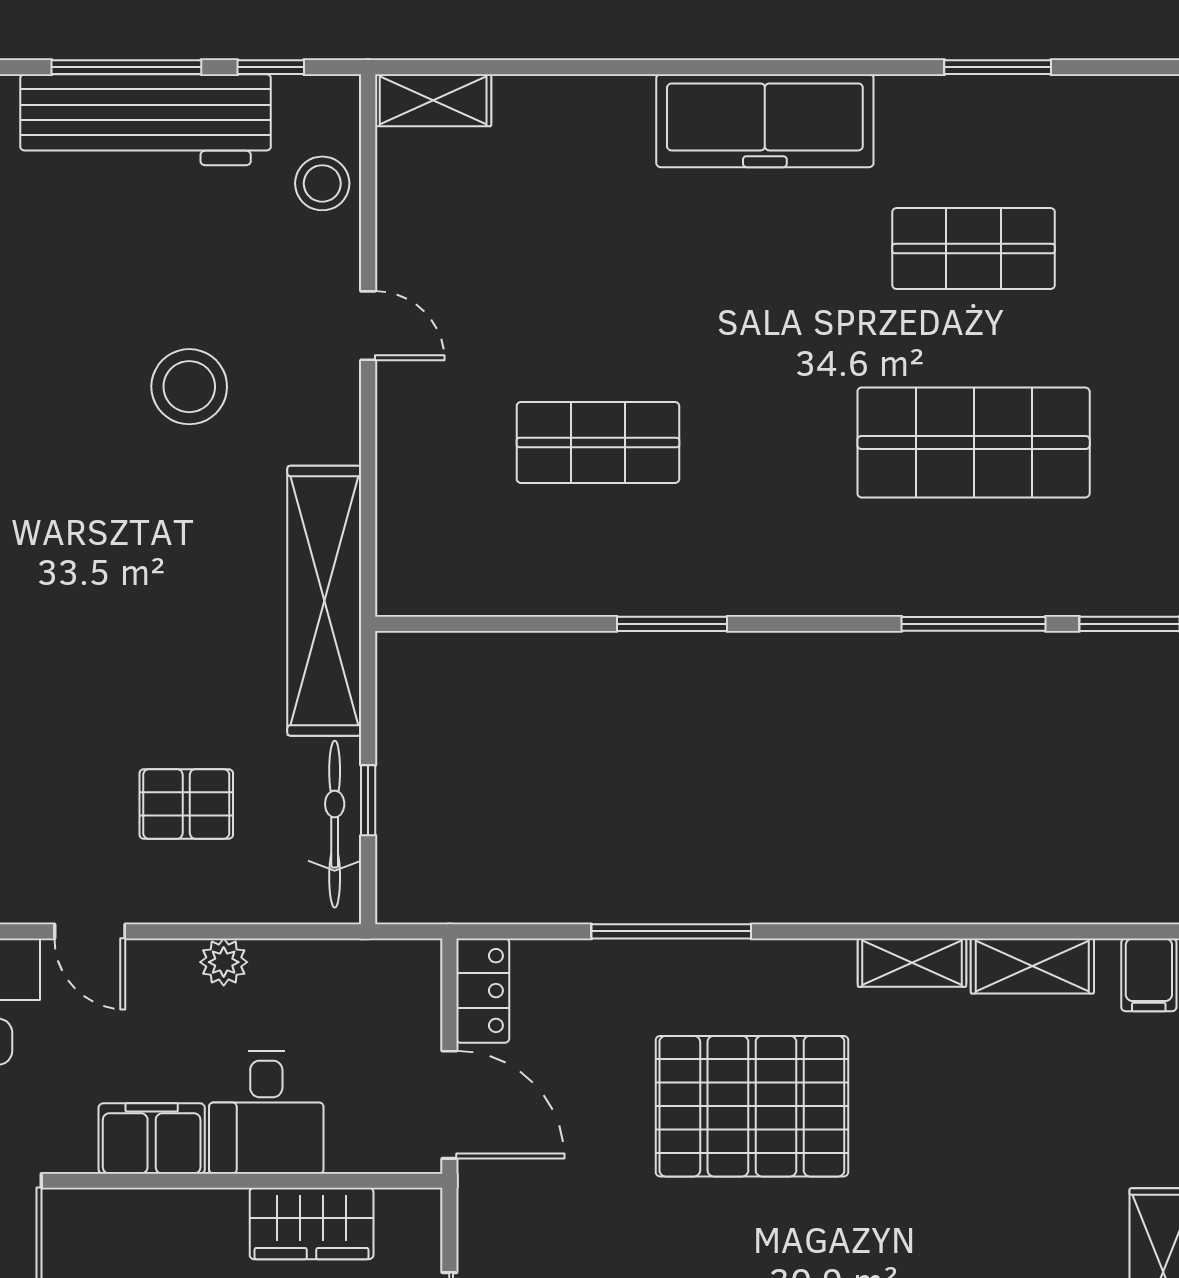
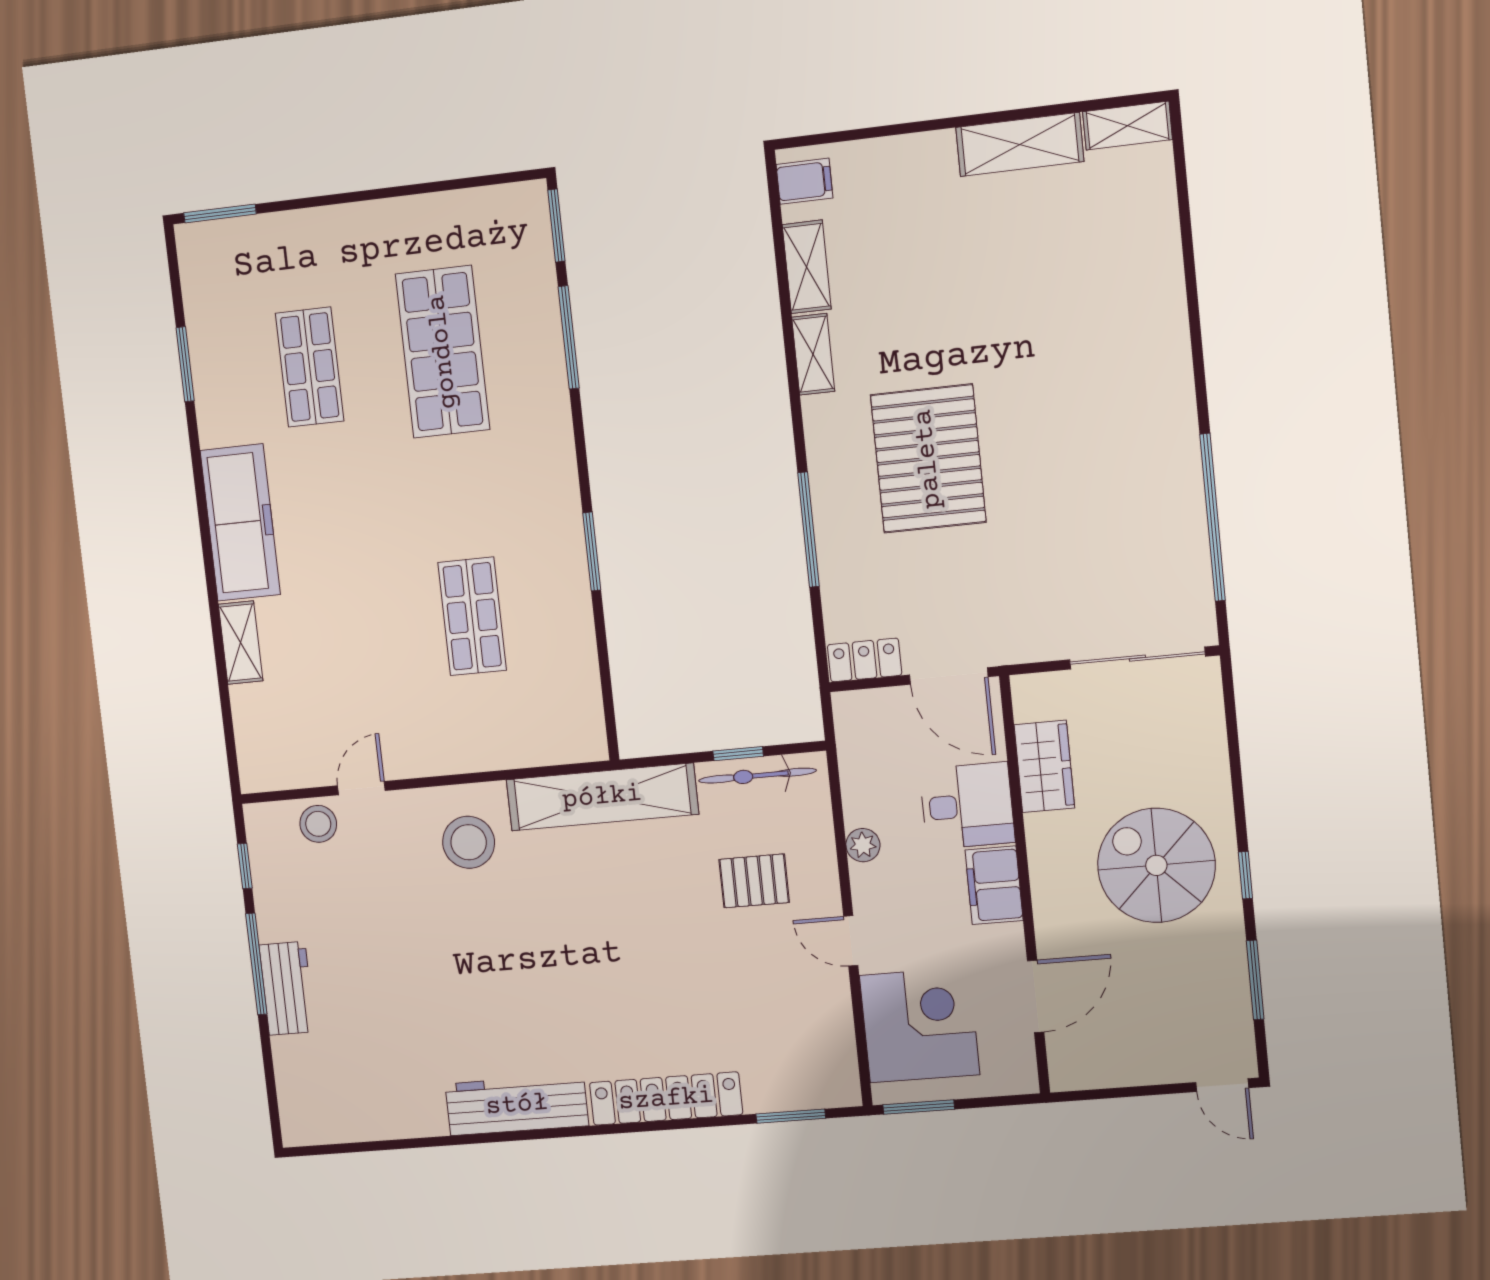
shelving: (433, 100) -> (241, 643), moved
workbench: (146, 120) -> (287, 988), width x0.53, depth x0.76
door: (368, 326) -> (361, 788), moved
stool: (189, 387) -> (469, 842), moved
pallet: (186, 804) -> (754, 881), turned 90
door: (90, 931) -> (851, 941), swing flipped
door: (449, 1105) -> (949, 676), swing flipped

